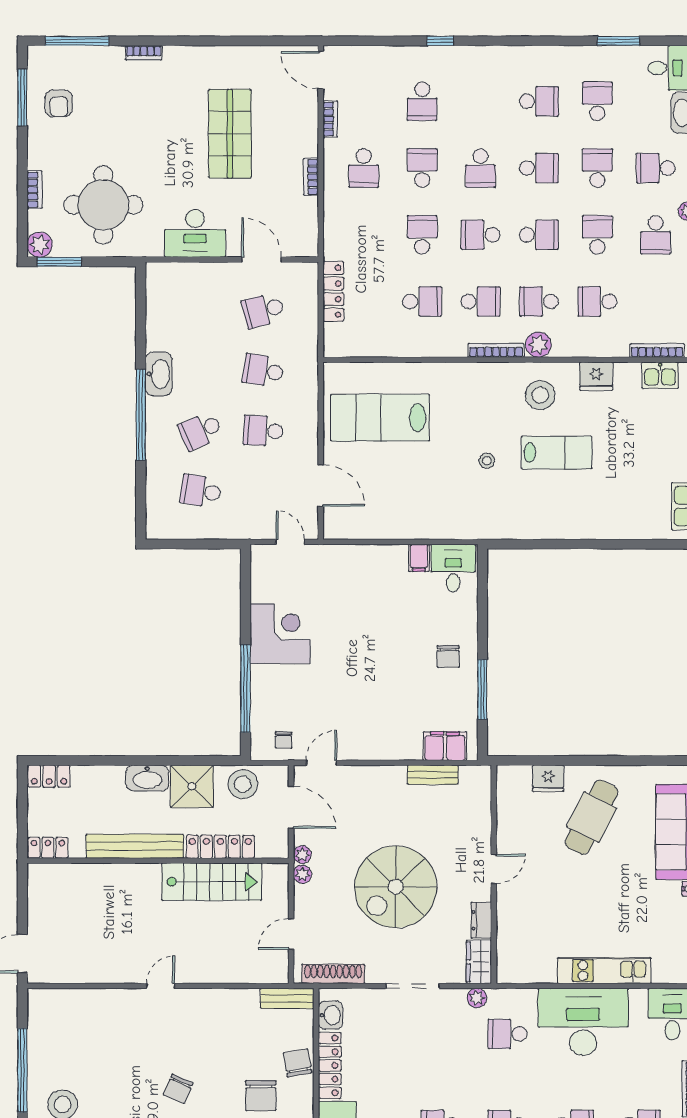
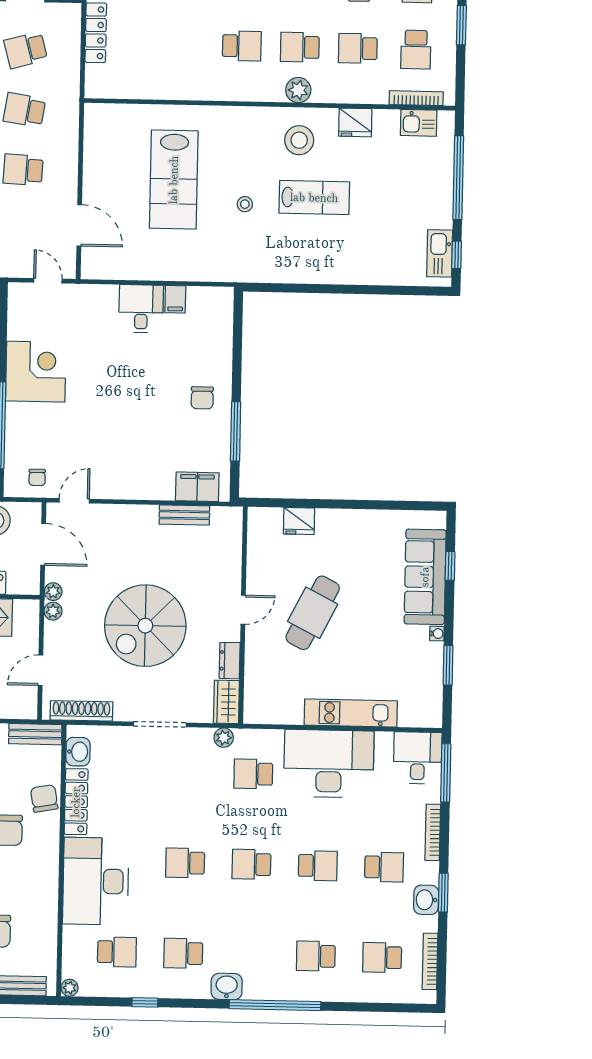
school desk: (422, 302) -> (416, 50), moved, turned 90
bookcase: (496, 350) -> (256, 95), removed
lab bench: (380, 418) -> (174, 180), moved, turned -90
desk: (453, 568) -> (141, 309), moved
cafe table: (592, 817) -> (313, 613), moved

